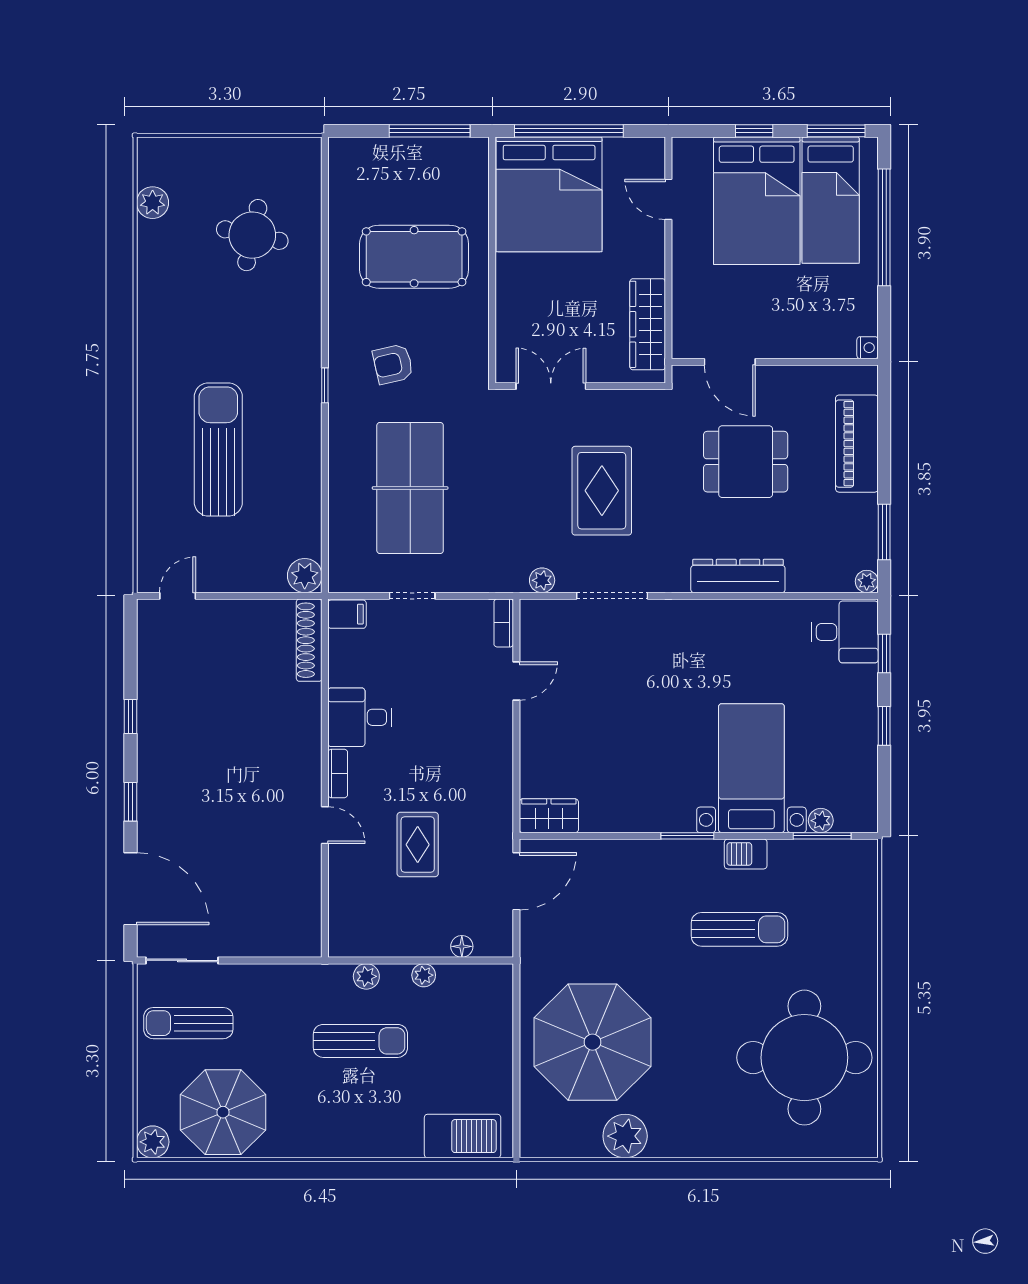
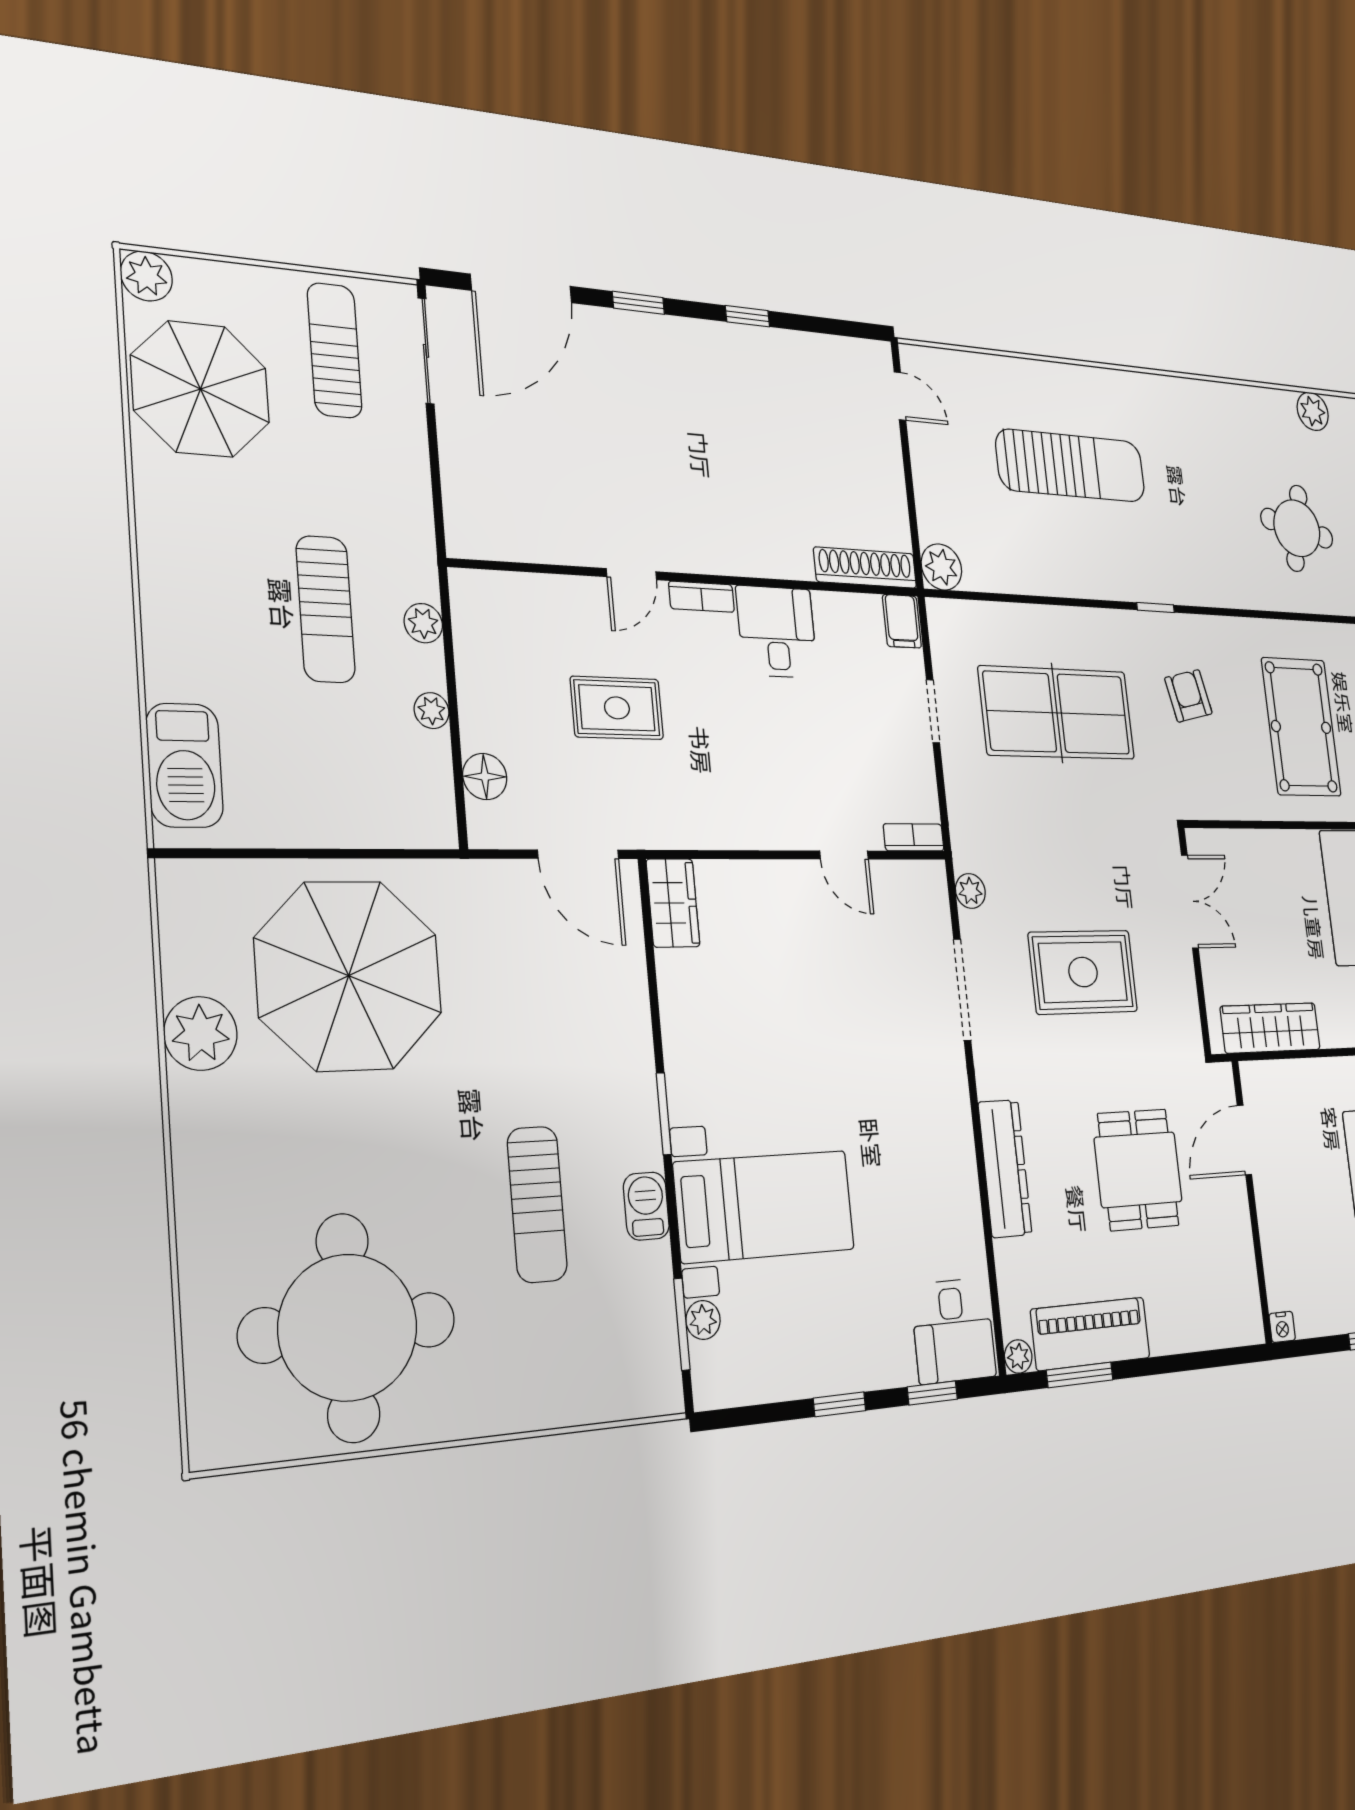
piano: (857, 444) -> (1091, 1334), moved
floor lamp: (462, 946) -> (485, 777), width x1.37, depth x1.37

